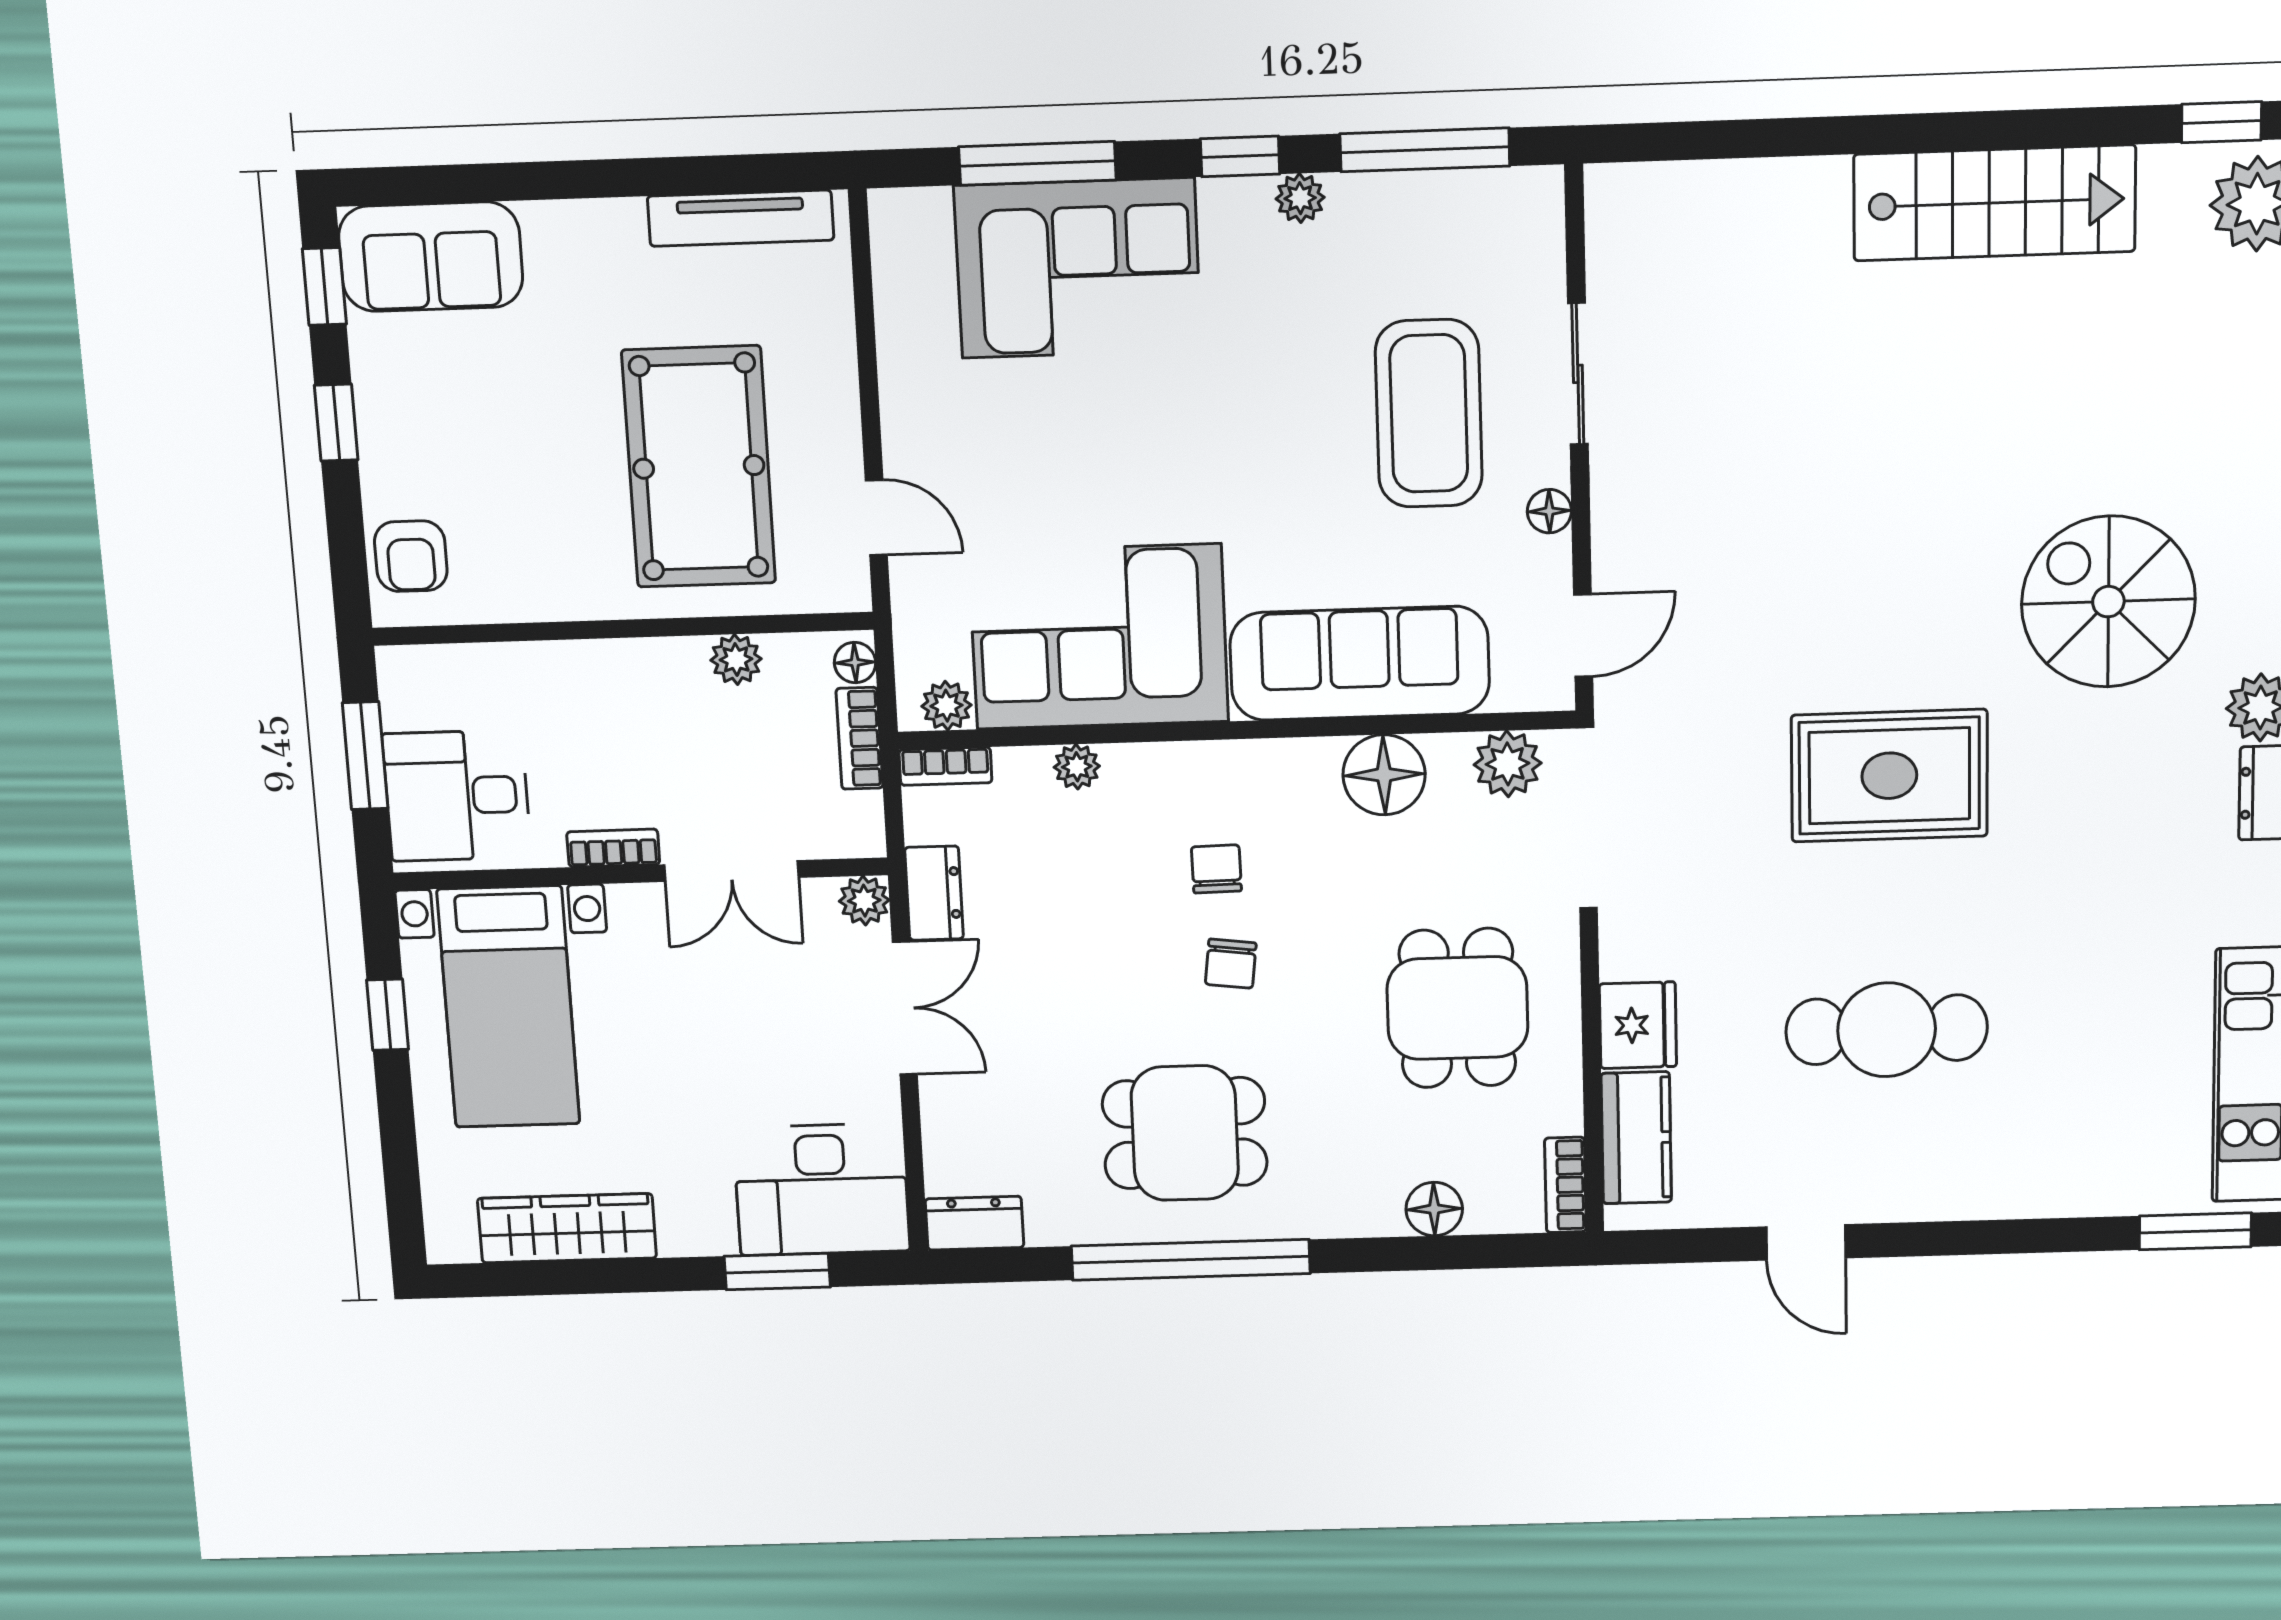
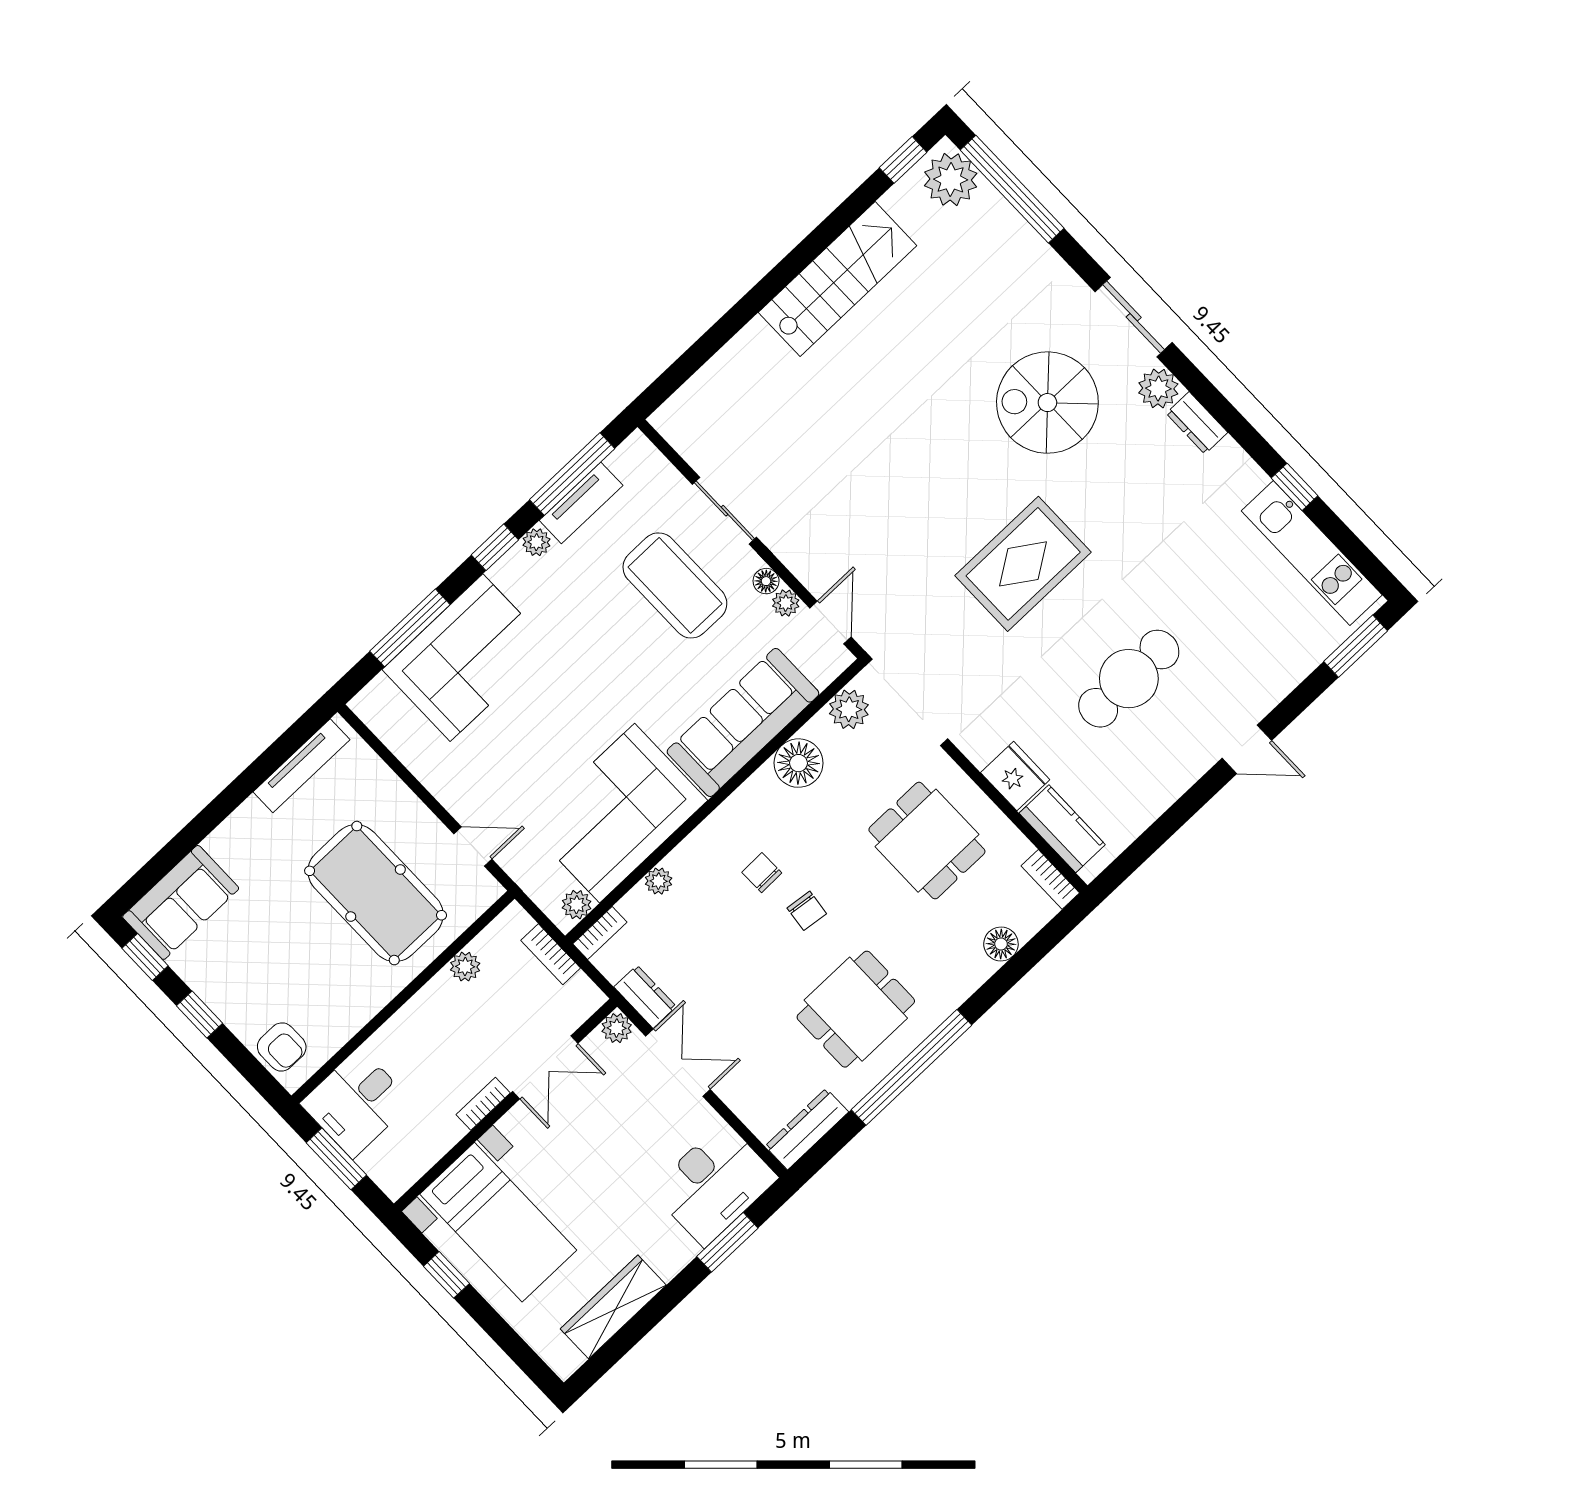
tv unit: (1403, 198) -> (581, 503), added
plant: (1549, 561) -> (786, 603), added
floor lamp: (855, 663) -> (519, 921), removed
desk: (457, 796) -> (356, 1103), moved
dresser: (974, 1223) -> (807, 1129), width x1.44
door: (1806, 1242) -> (1247, 749), moved

